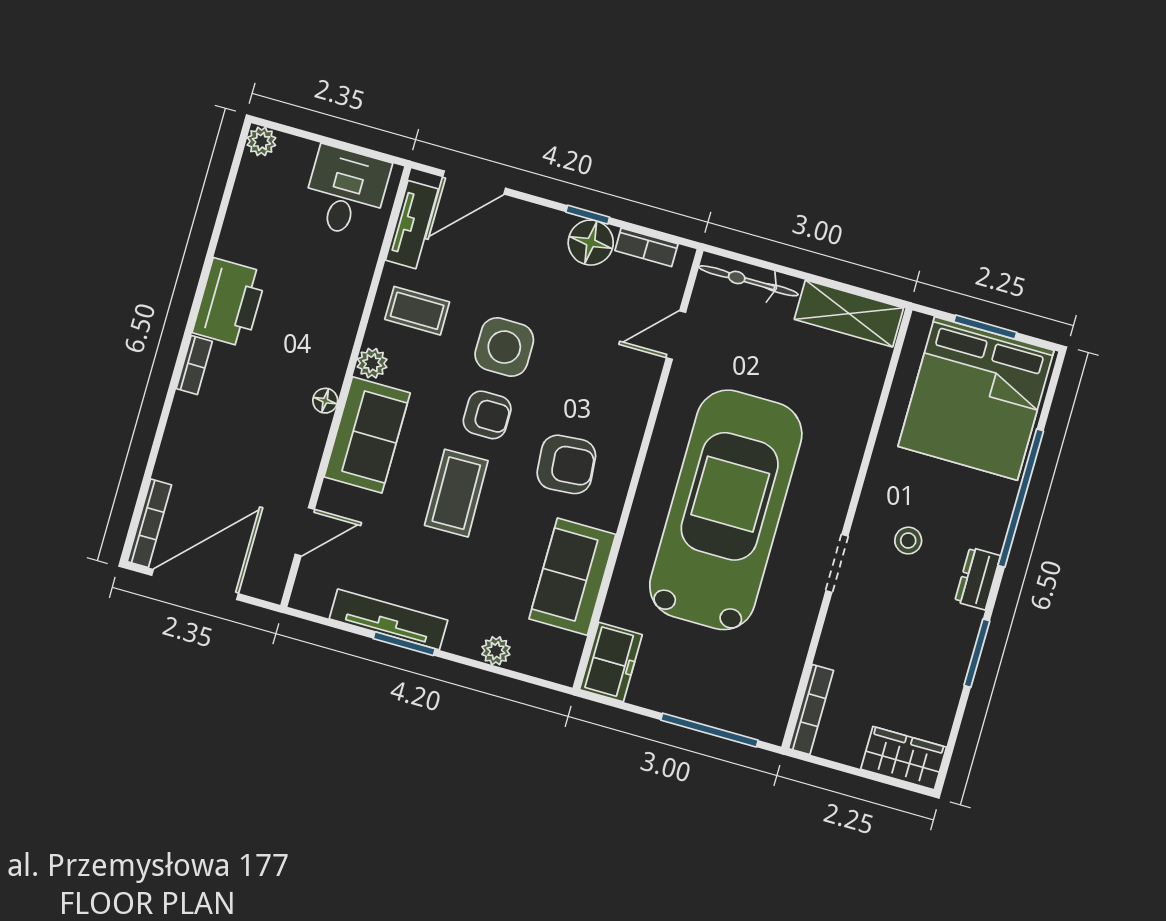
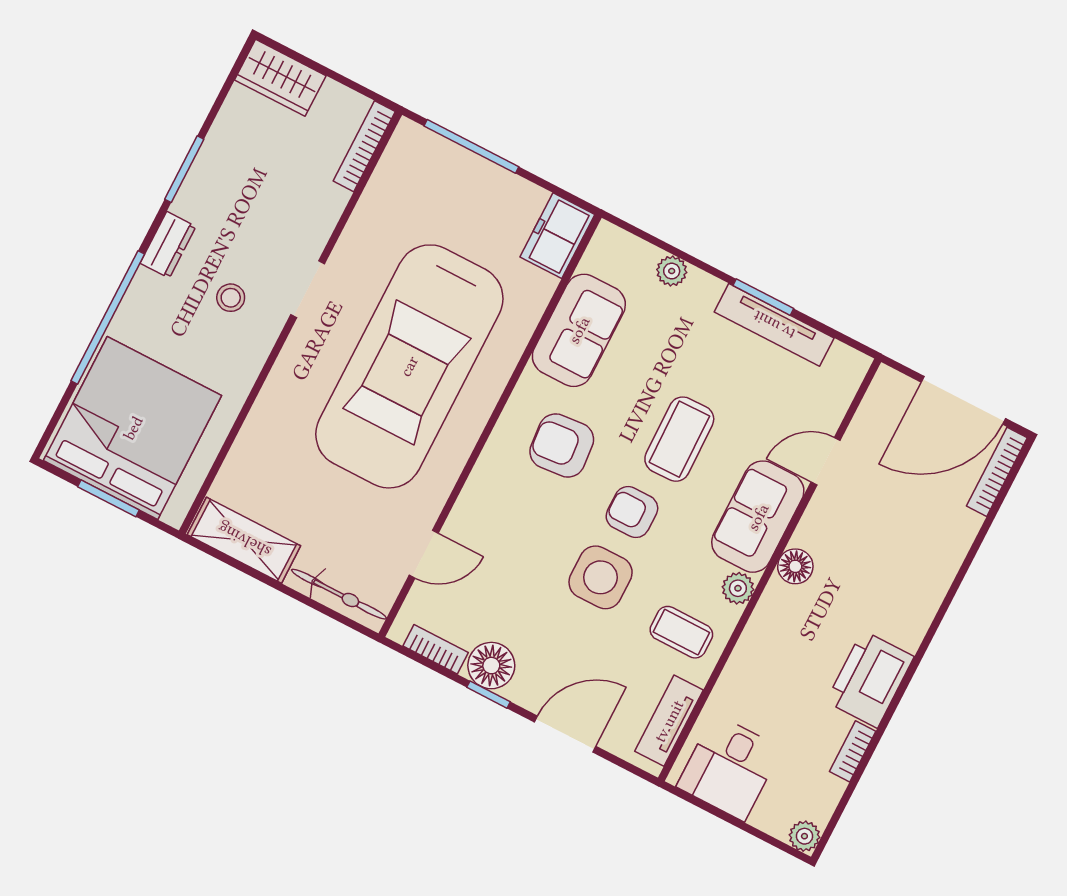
door: (474, 182) -> (565, 734), moved
bookcase: (194, 365) -> (853, 751), moved
floor lamp: (325, 401) -> (795, 566), width x1.37, depth x1.37
door: (305, 532) -> (826, 461), moved

